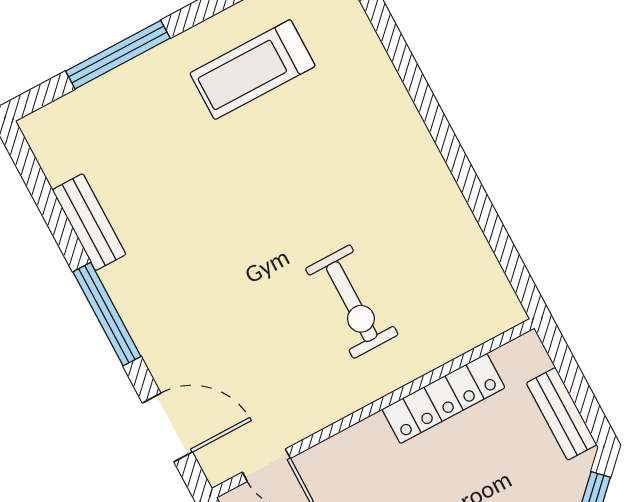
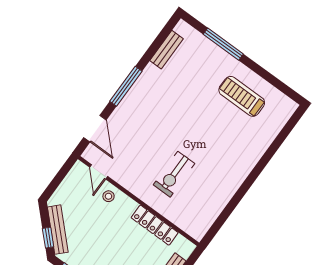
bench: (89, 222) -> (166, 50), moved
stool: (331, 469) -> (108, 196), added

